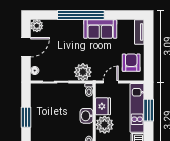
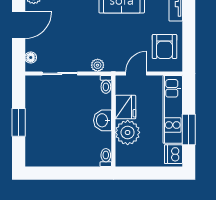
armchair: (131, 63) -> (165, 47), turned 180
plant: (83, 72) -> (98, 65), width x0.53, depth x0.53
window: (149, 110) -> (189, 129), moved

